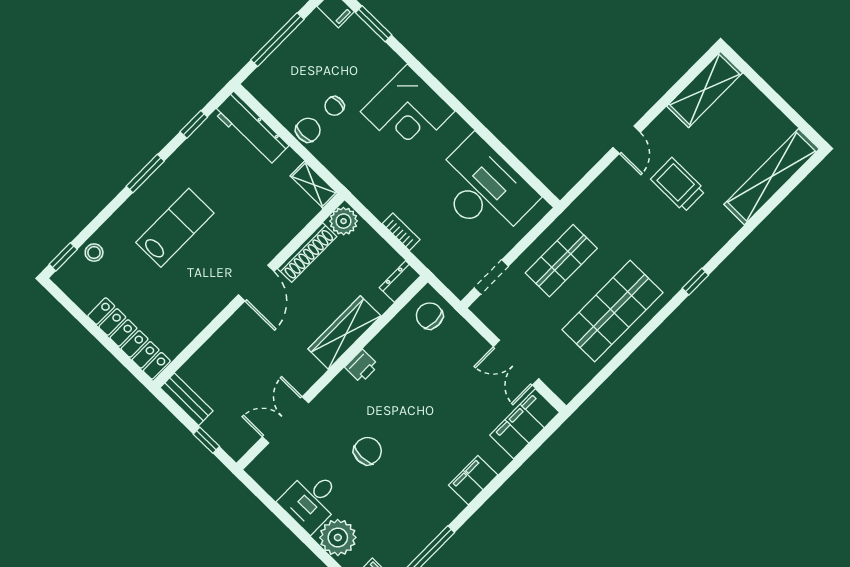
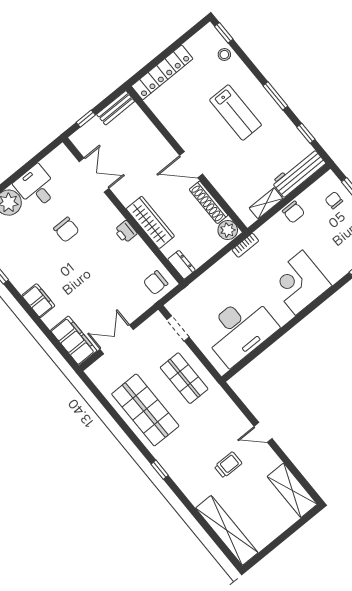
chair: (334, 106) -> (334, 200), moved
shelving: (314, 185) -> (266, 203), moved
trolley: (678, 185) -> (228, 465), width x0.73, depth x0.72
bookcase: (401, 232) -> (245, 245), moved
chair: (429, 316) -> (156, 283), turned 180

